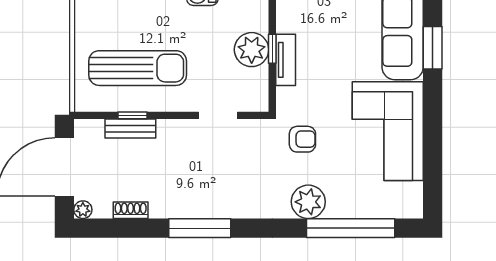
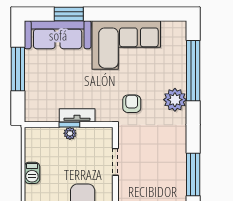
plant: (252, 50) -> (70, 133), width x0.53, depth x0.53

